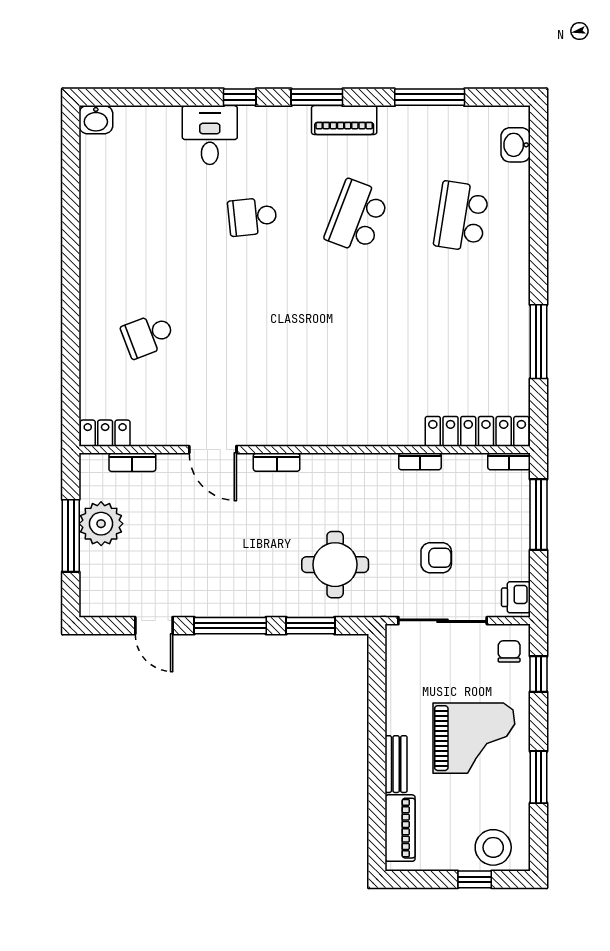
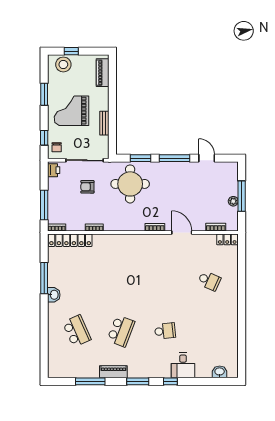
washbasin: (96, 120) -> (220, 372), moved
piano: (344, 120) -> (113, 372), moved
washbasin: (516, 145) -> (54, 295), moved
school desk: (461, 217) -> (77, 331), turned -33
school desk: (148, 335) -> (209, 281), turned 45
plant: (101, 524) -> (233, 201), width x0.53, depth x0.53
round table: (335, 565) -> (130, 184), width x1.36, depth x1.36
bench: (396, 764) -> (104, 123), moved

